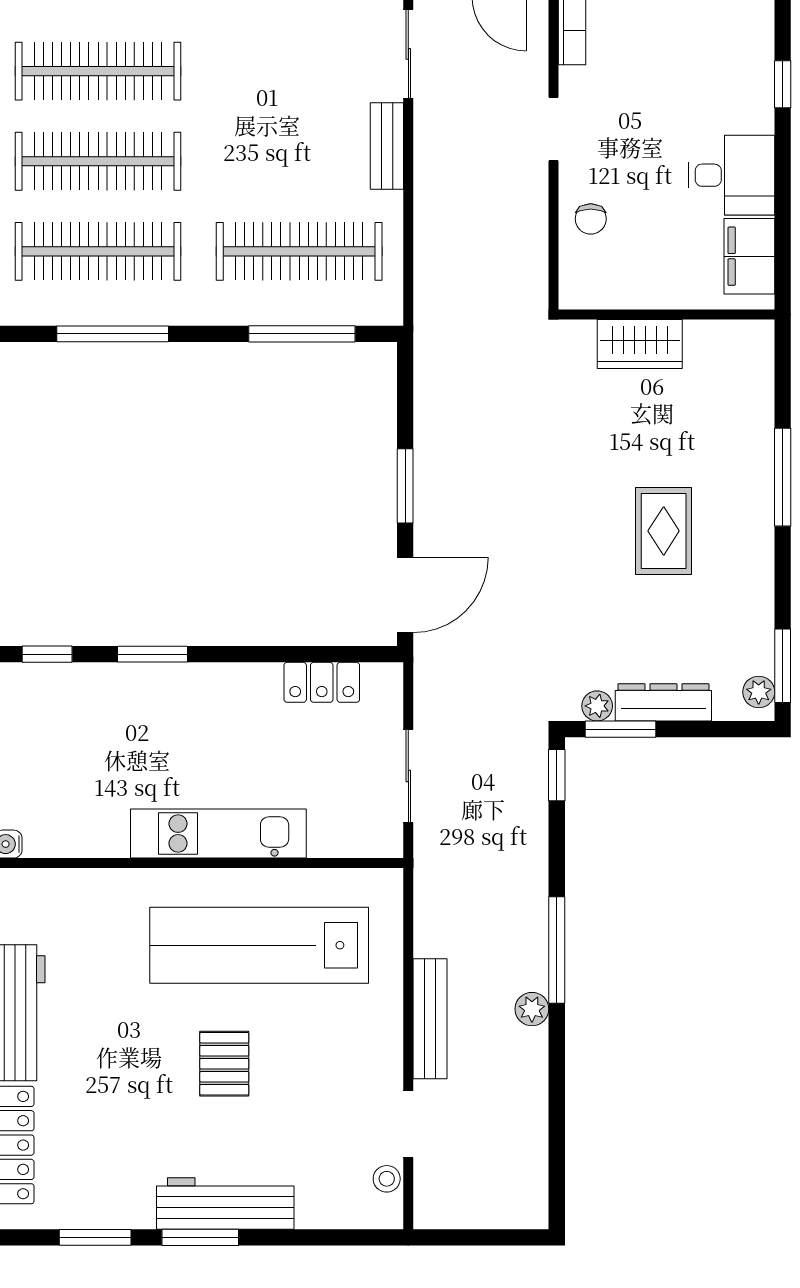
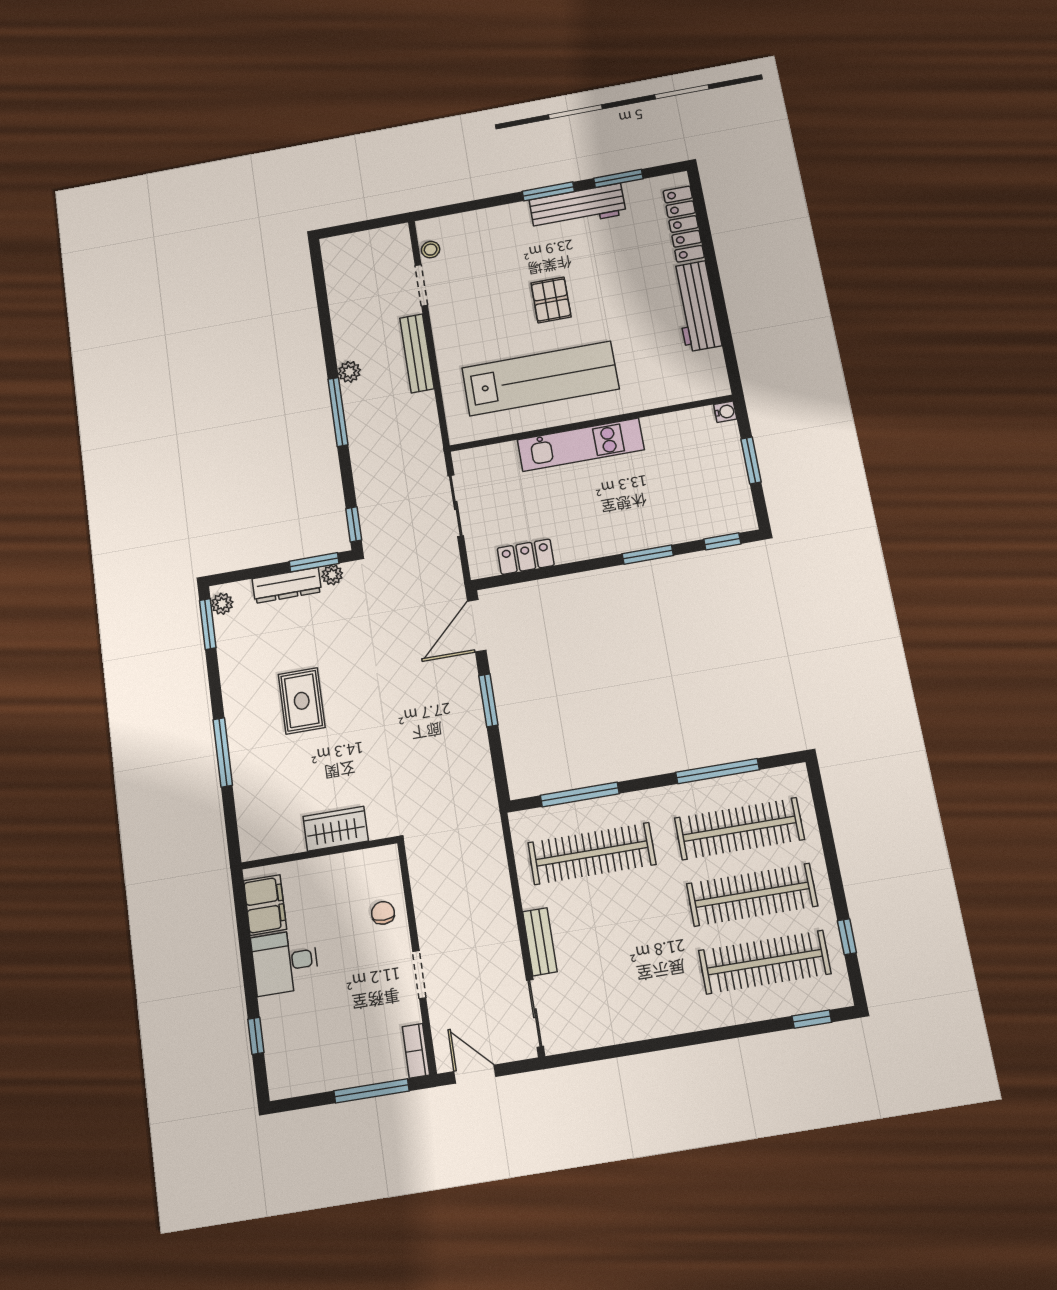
workbench: (225, 1203) -> (578, 207), moved

